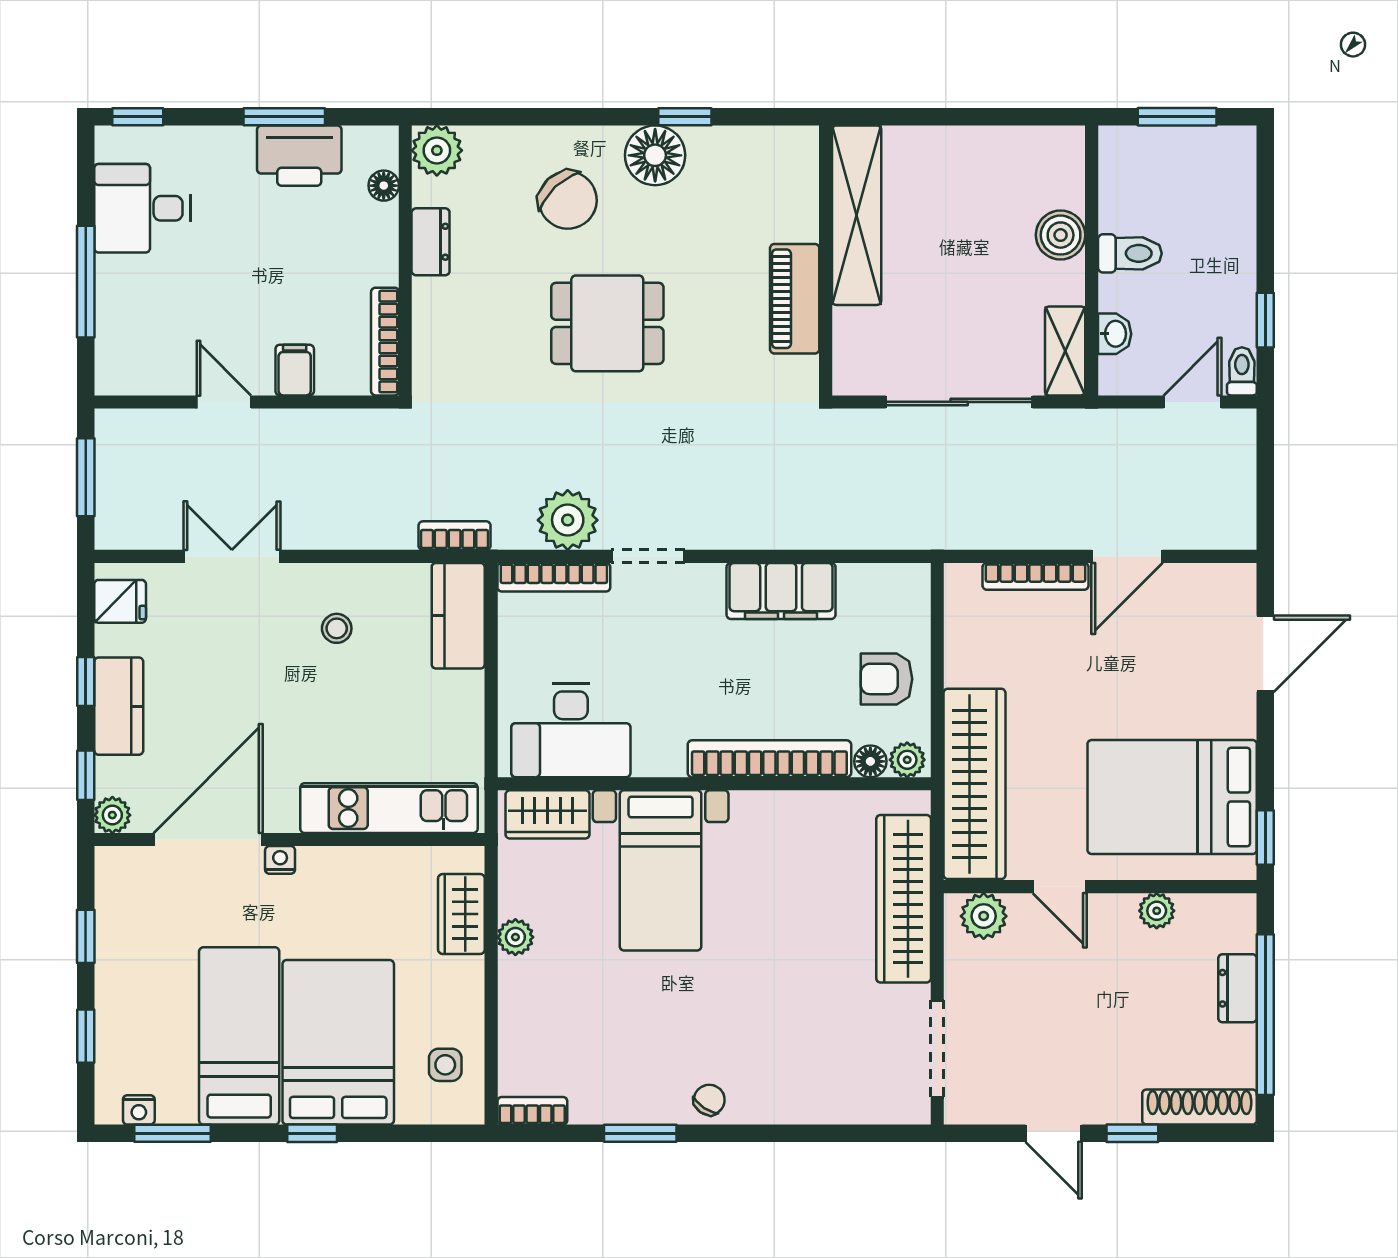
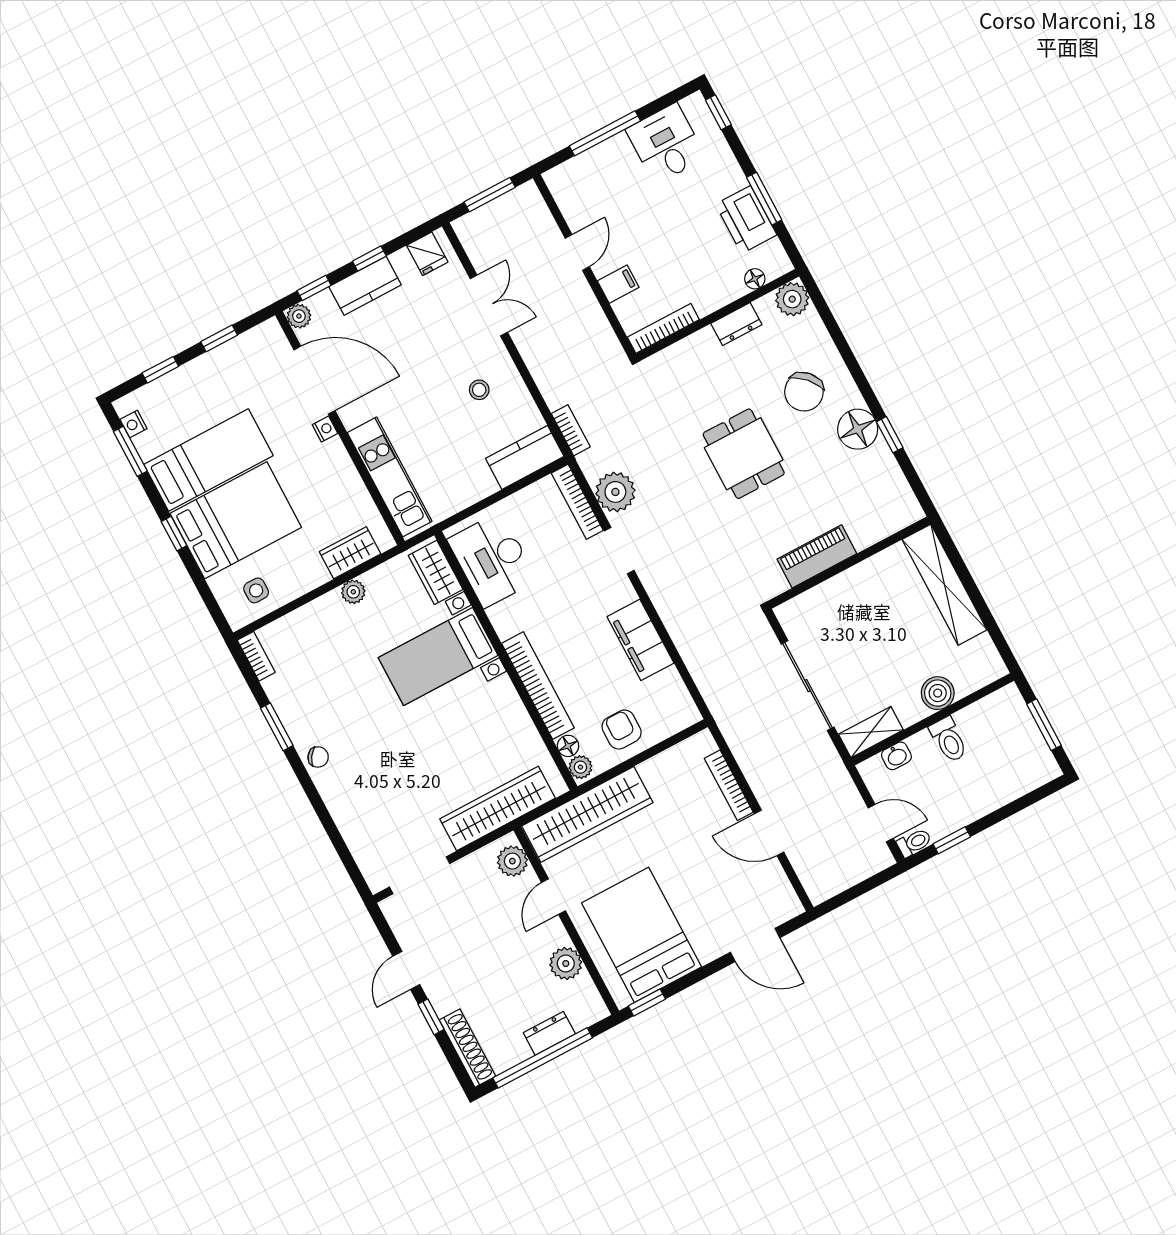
shelving: (857, 215) -> (944, 585), moved, turned 90
plant: (1157, 911) -> (566, 963), width x1.38, depth x1.38

